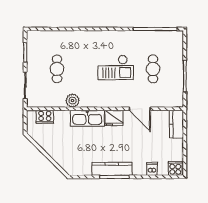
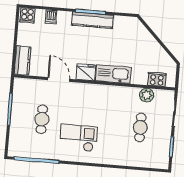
checkout: (116, 68) -> (78, 138), moved
plant: (72, 101) -> (147, 95), moved

